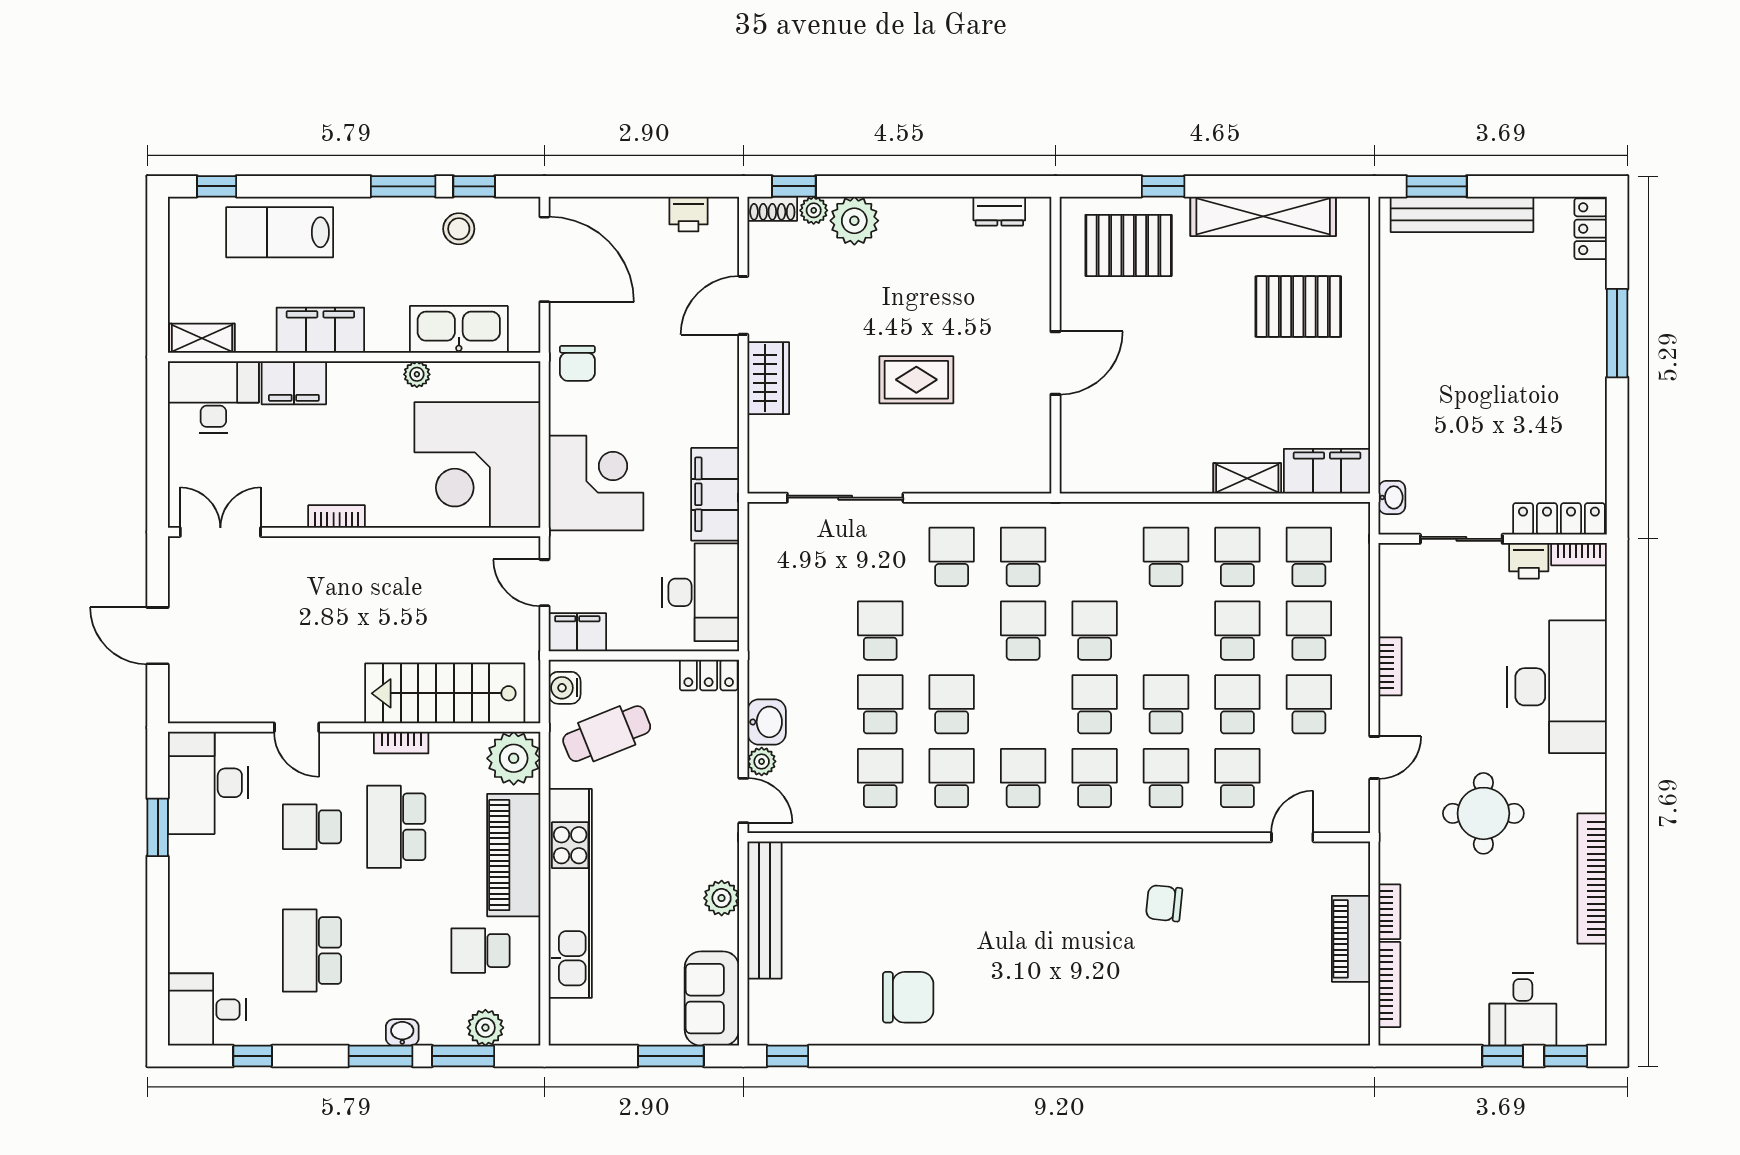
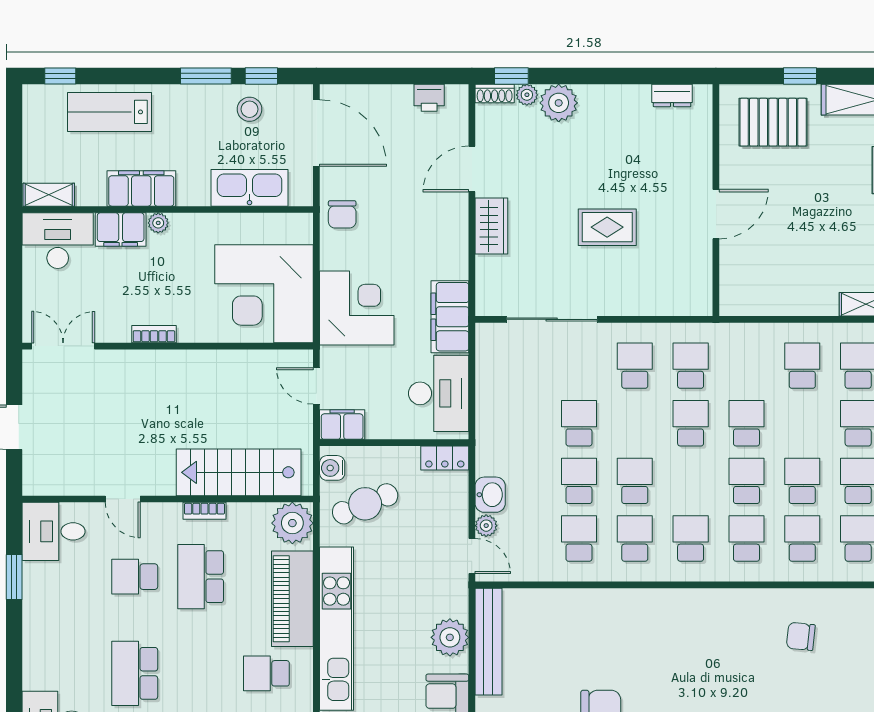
plant: (417, 374) -> (158, 223), moved
desk: (208, 783) -> (54, 531), width x0.73
plant: (722, 898) -> (450, 637), width x1.36, depth x1.36

